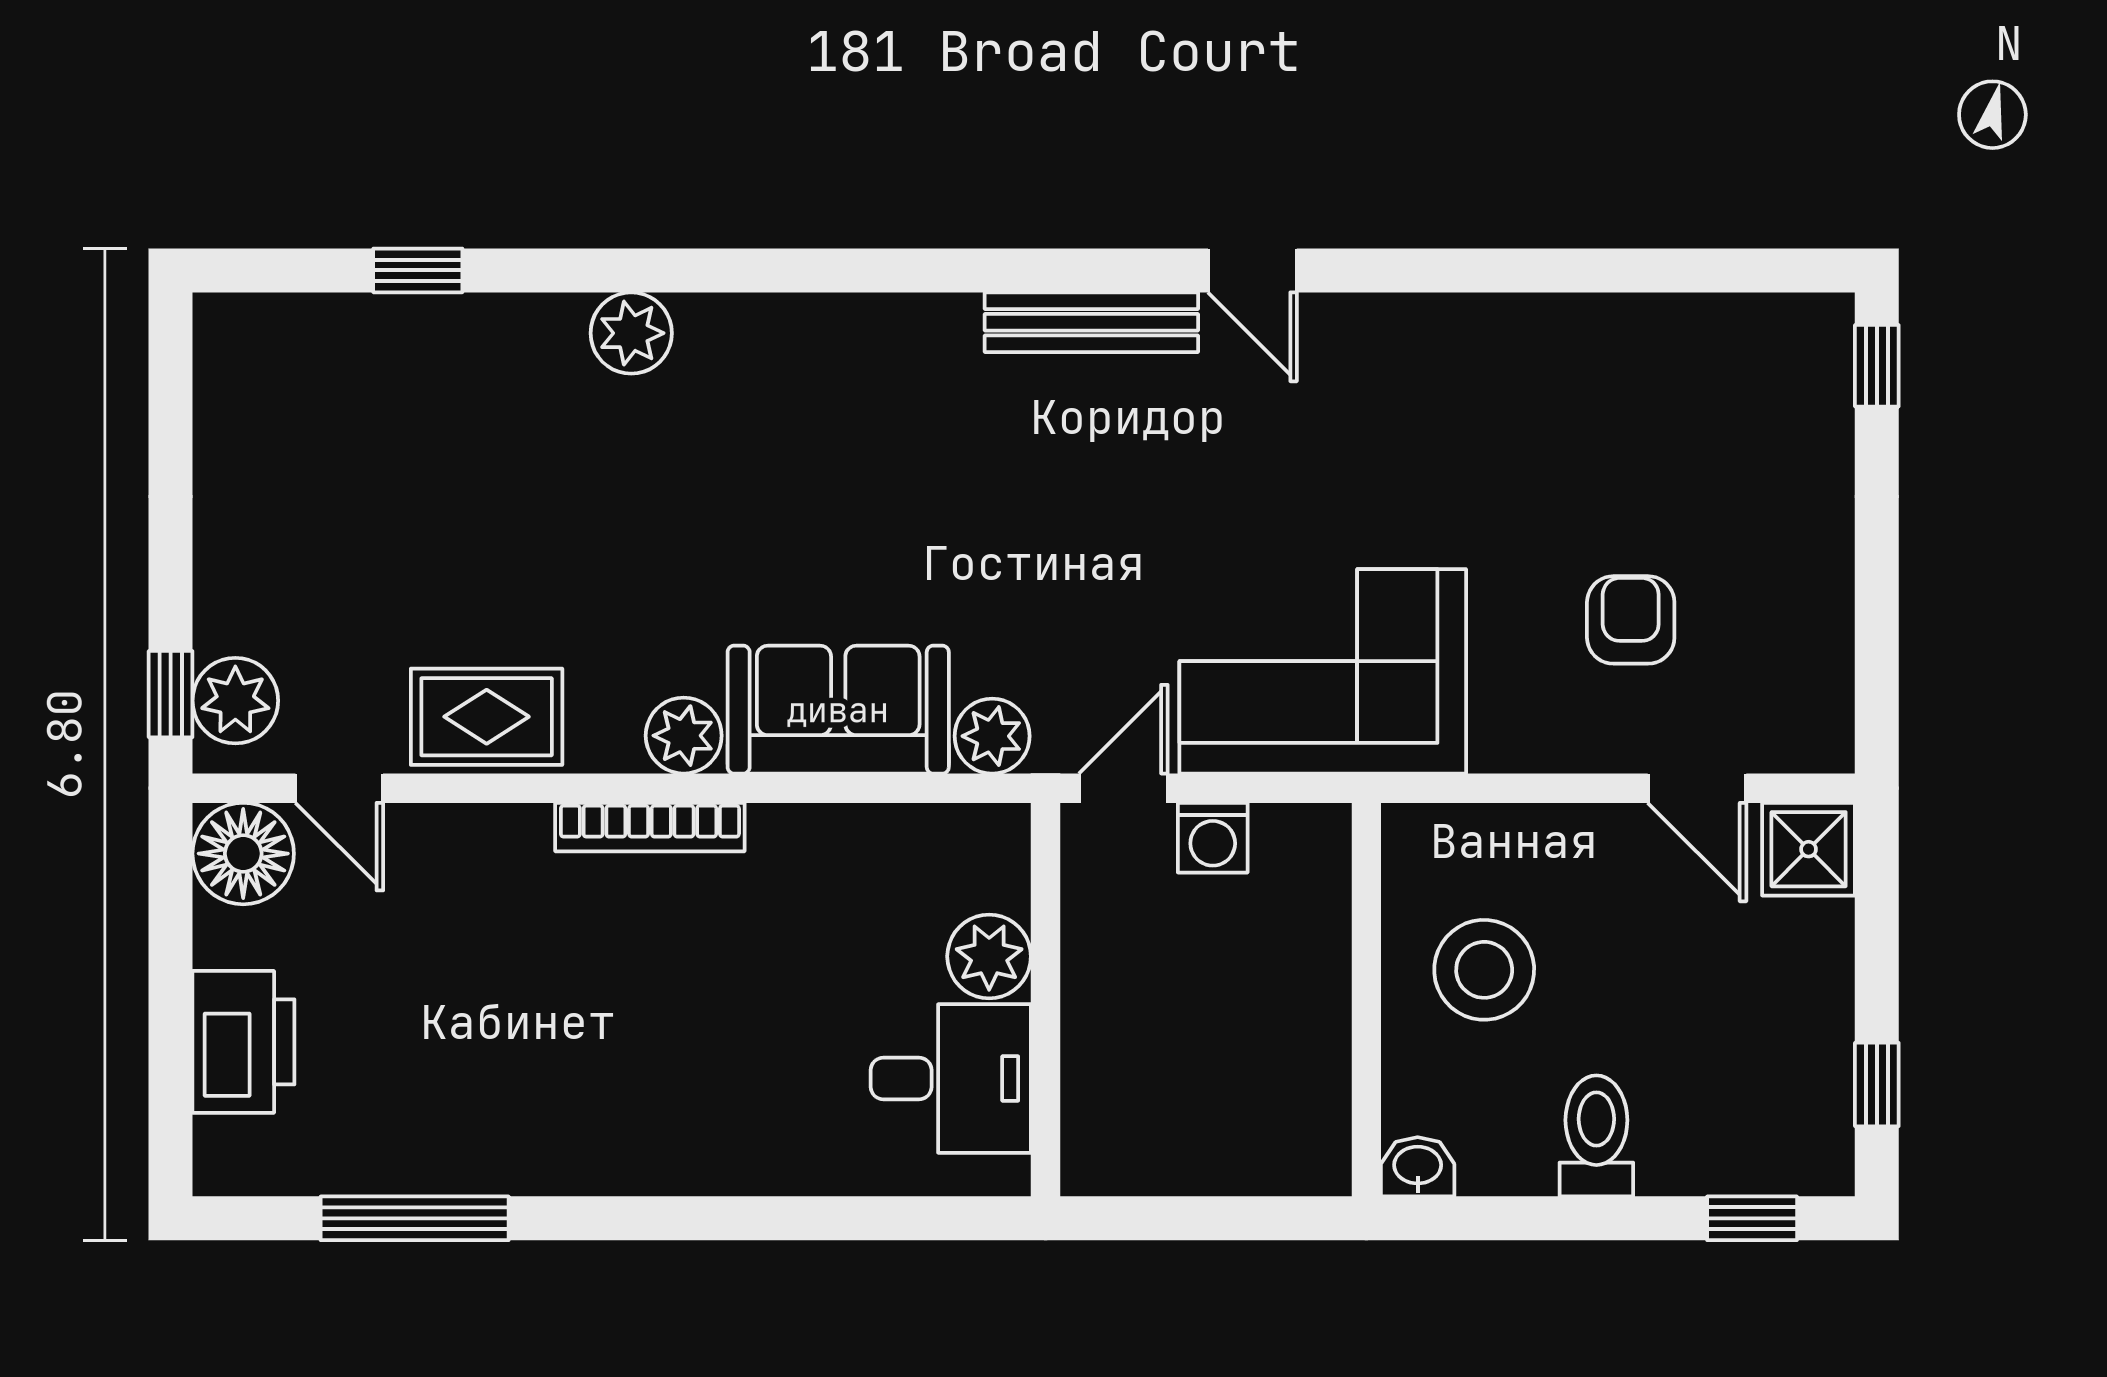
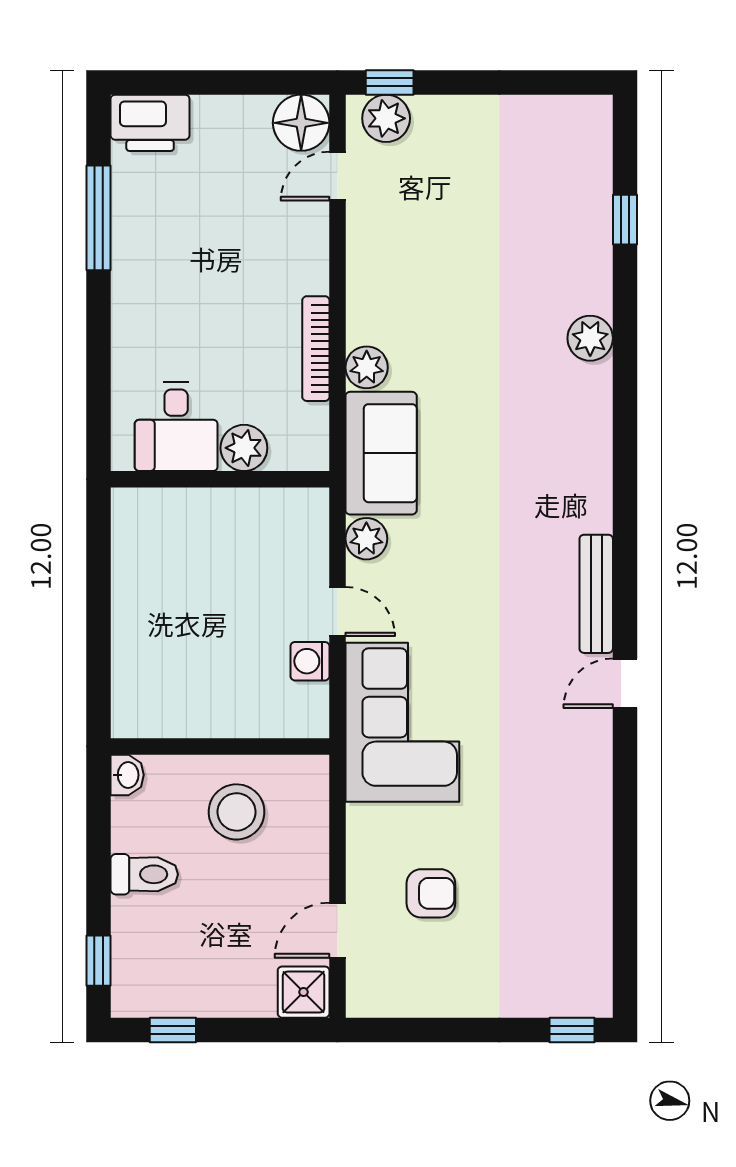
rug: (487, 717) -> (377, 258), removed
plant: (989, 956) -> (244, 448), moved
wall: (1046, 1000) -> (220, 479), moved
printer: (243, 1042) -> (150, 123), moved
desk: (951, 1078) -> (176, 427), moved

